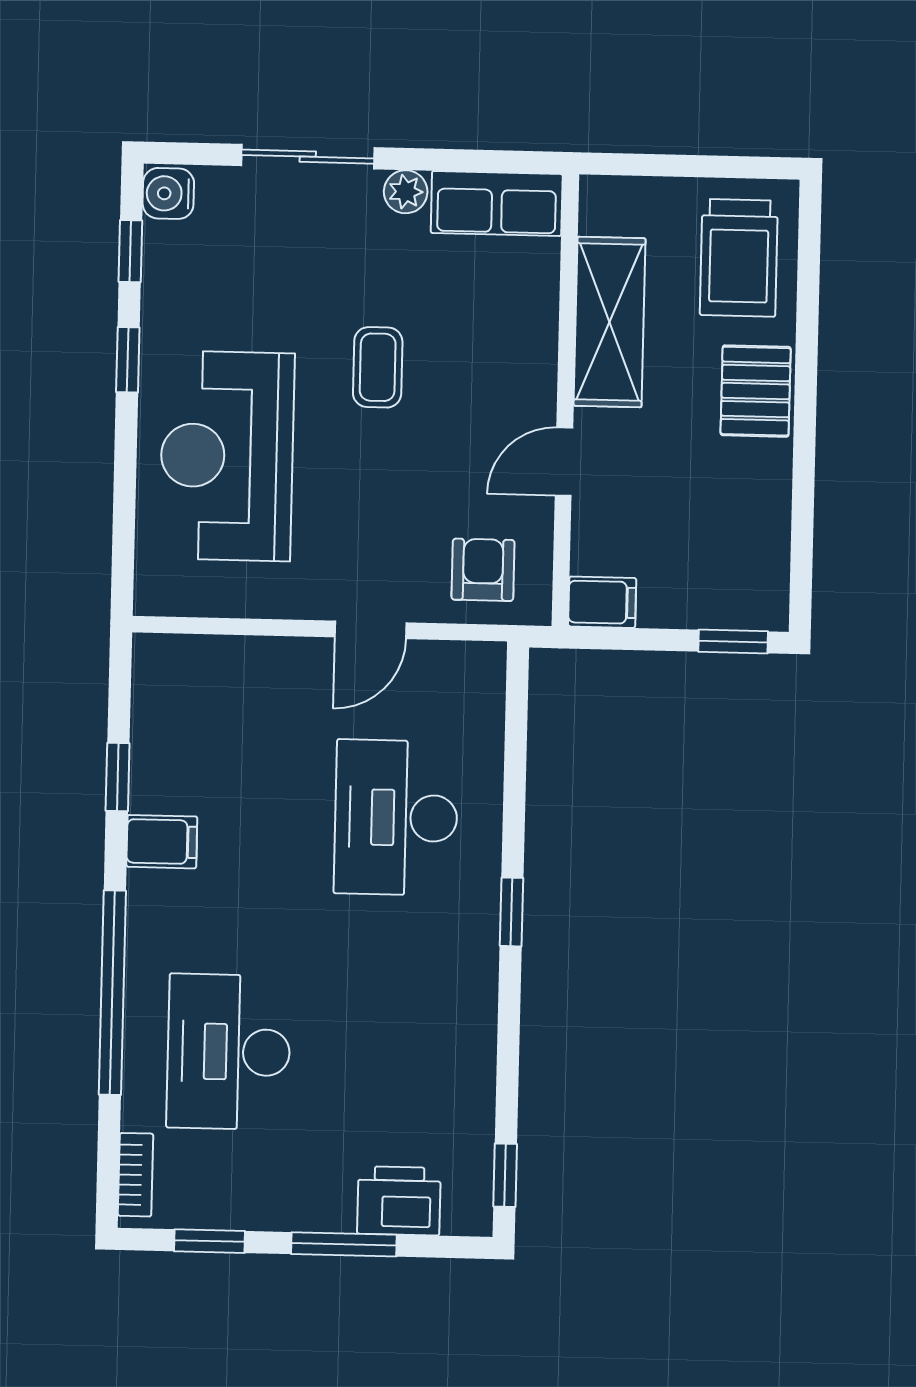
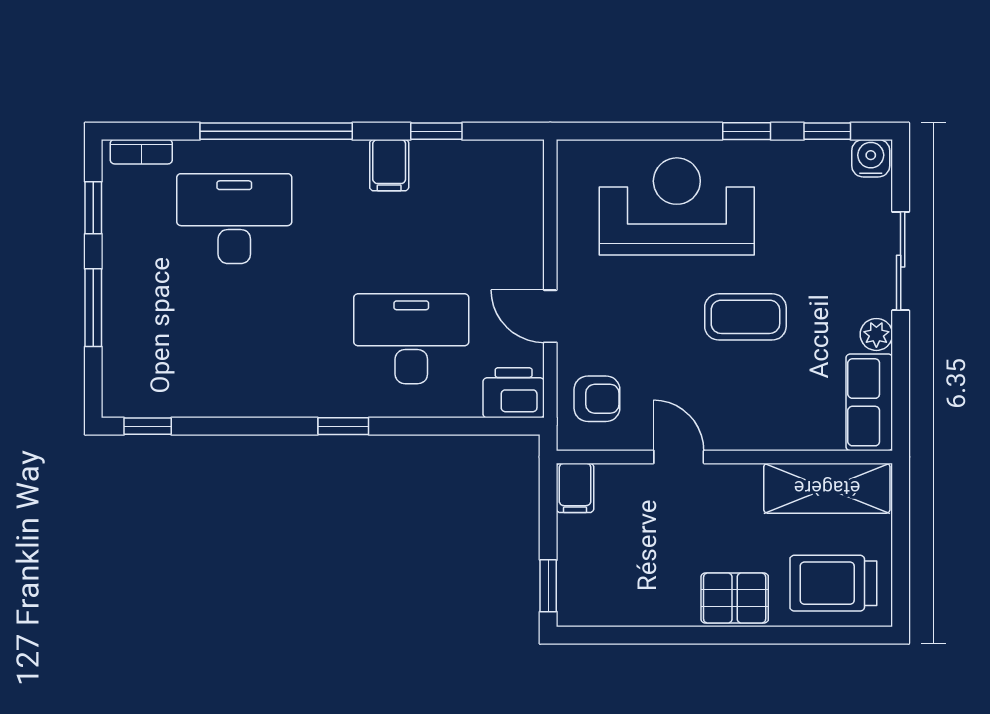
shelving: (610, 322) -> (827, 488), moved
coffee table: (378, 367) -> (745, 317), width x1.36, depth x1.30
printer: (399, 1201) -> (514, 393), moved, turned -90

